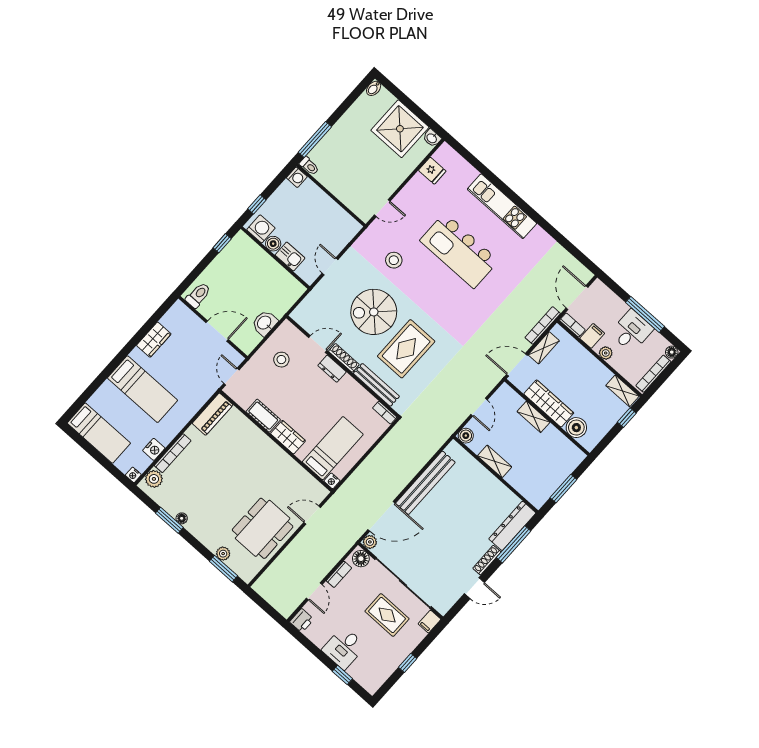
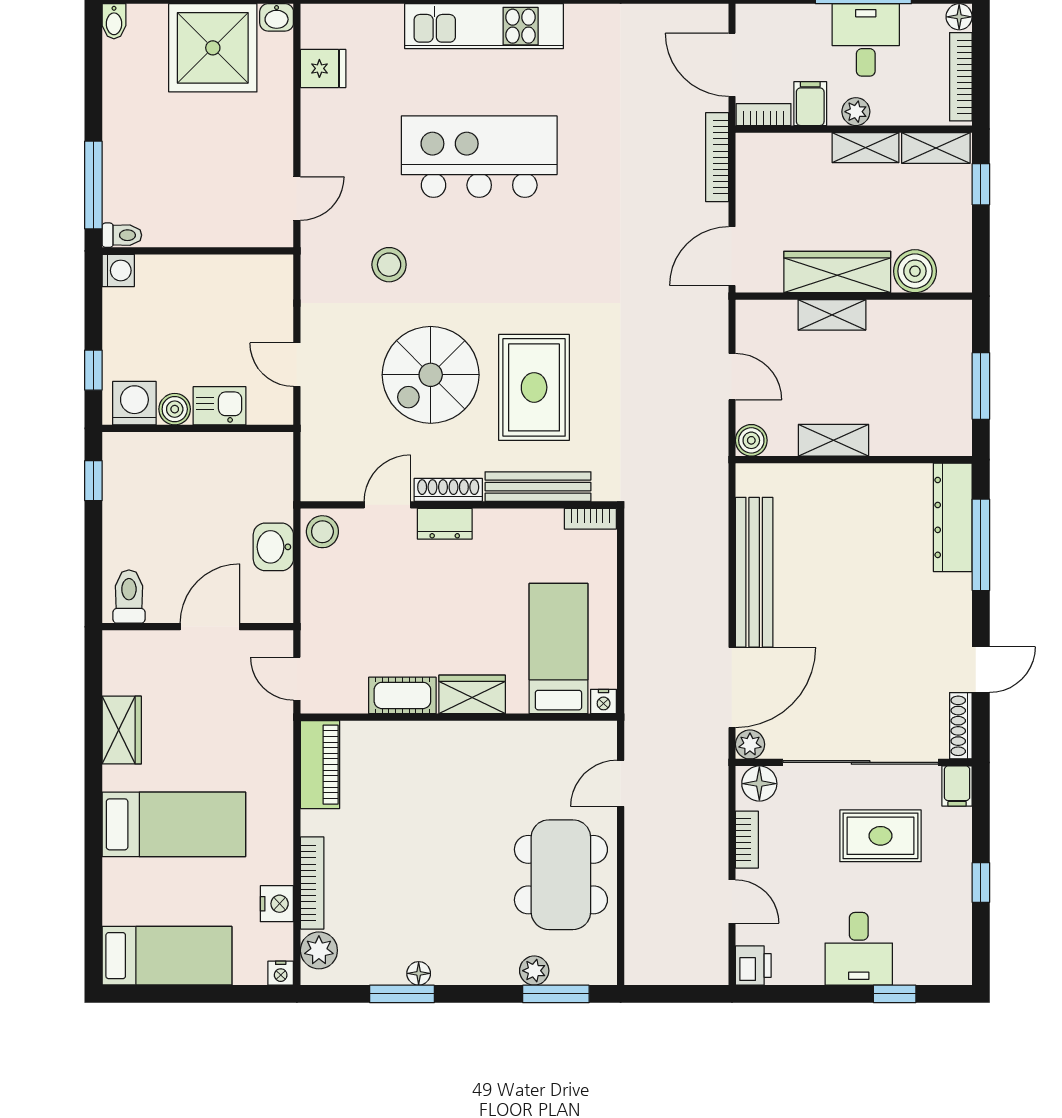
kitchen island: (459, 251) -> (479, 157), turned 180
shelving: (544, 348) -> (866, 148), moved, turned 90
stool: (281, 360) -> (322, 532), moved
shoe rack: (487, 560) -> (961, 726), moved

